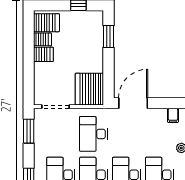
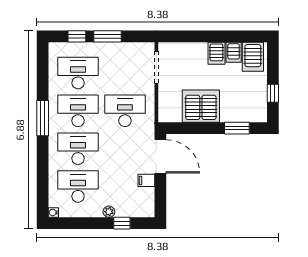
server rack: (89, 89) -> (201, 106), moved
filing cabinet: (173, 115) -> (146, 180), moved
window: (29, 131) -> (107, 36), moved

